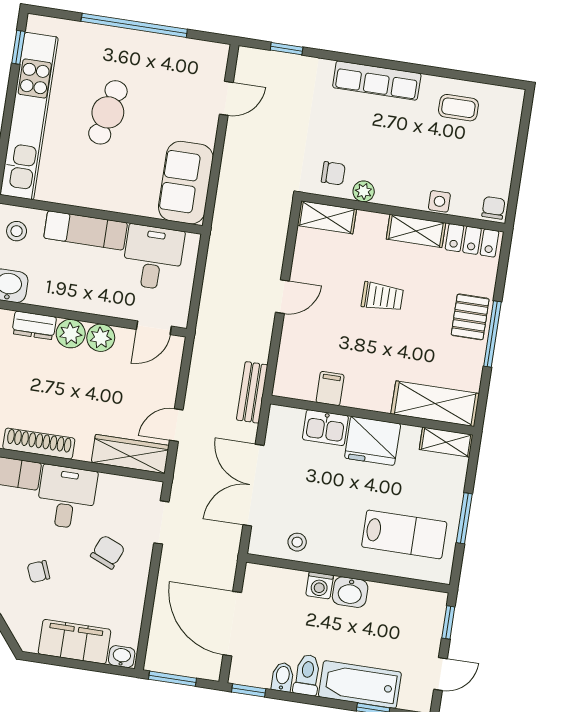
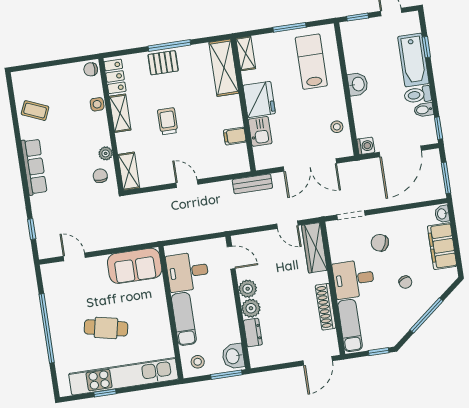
window: (18, 47) -> (105, 393), moved
coffee table: (458, 108) -> (35, 111), turned -67
washing machine: (320, 585) -> (366, 146), moved

